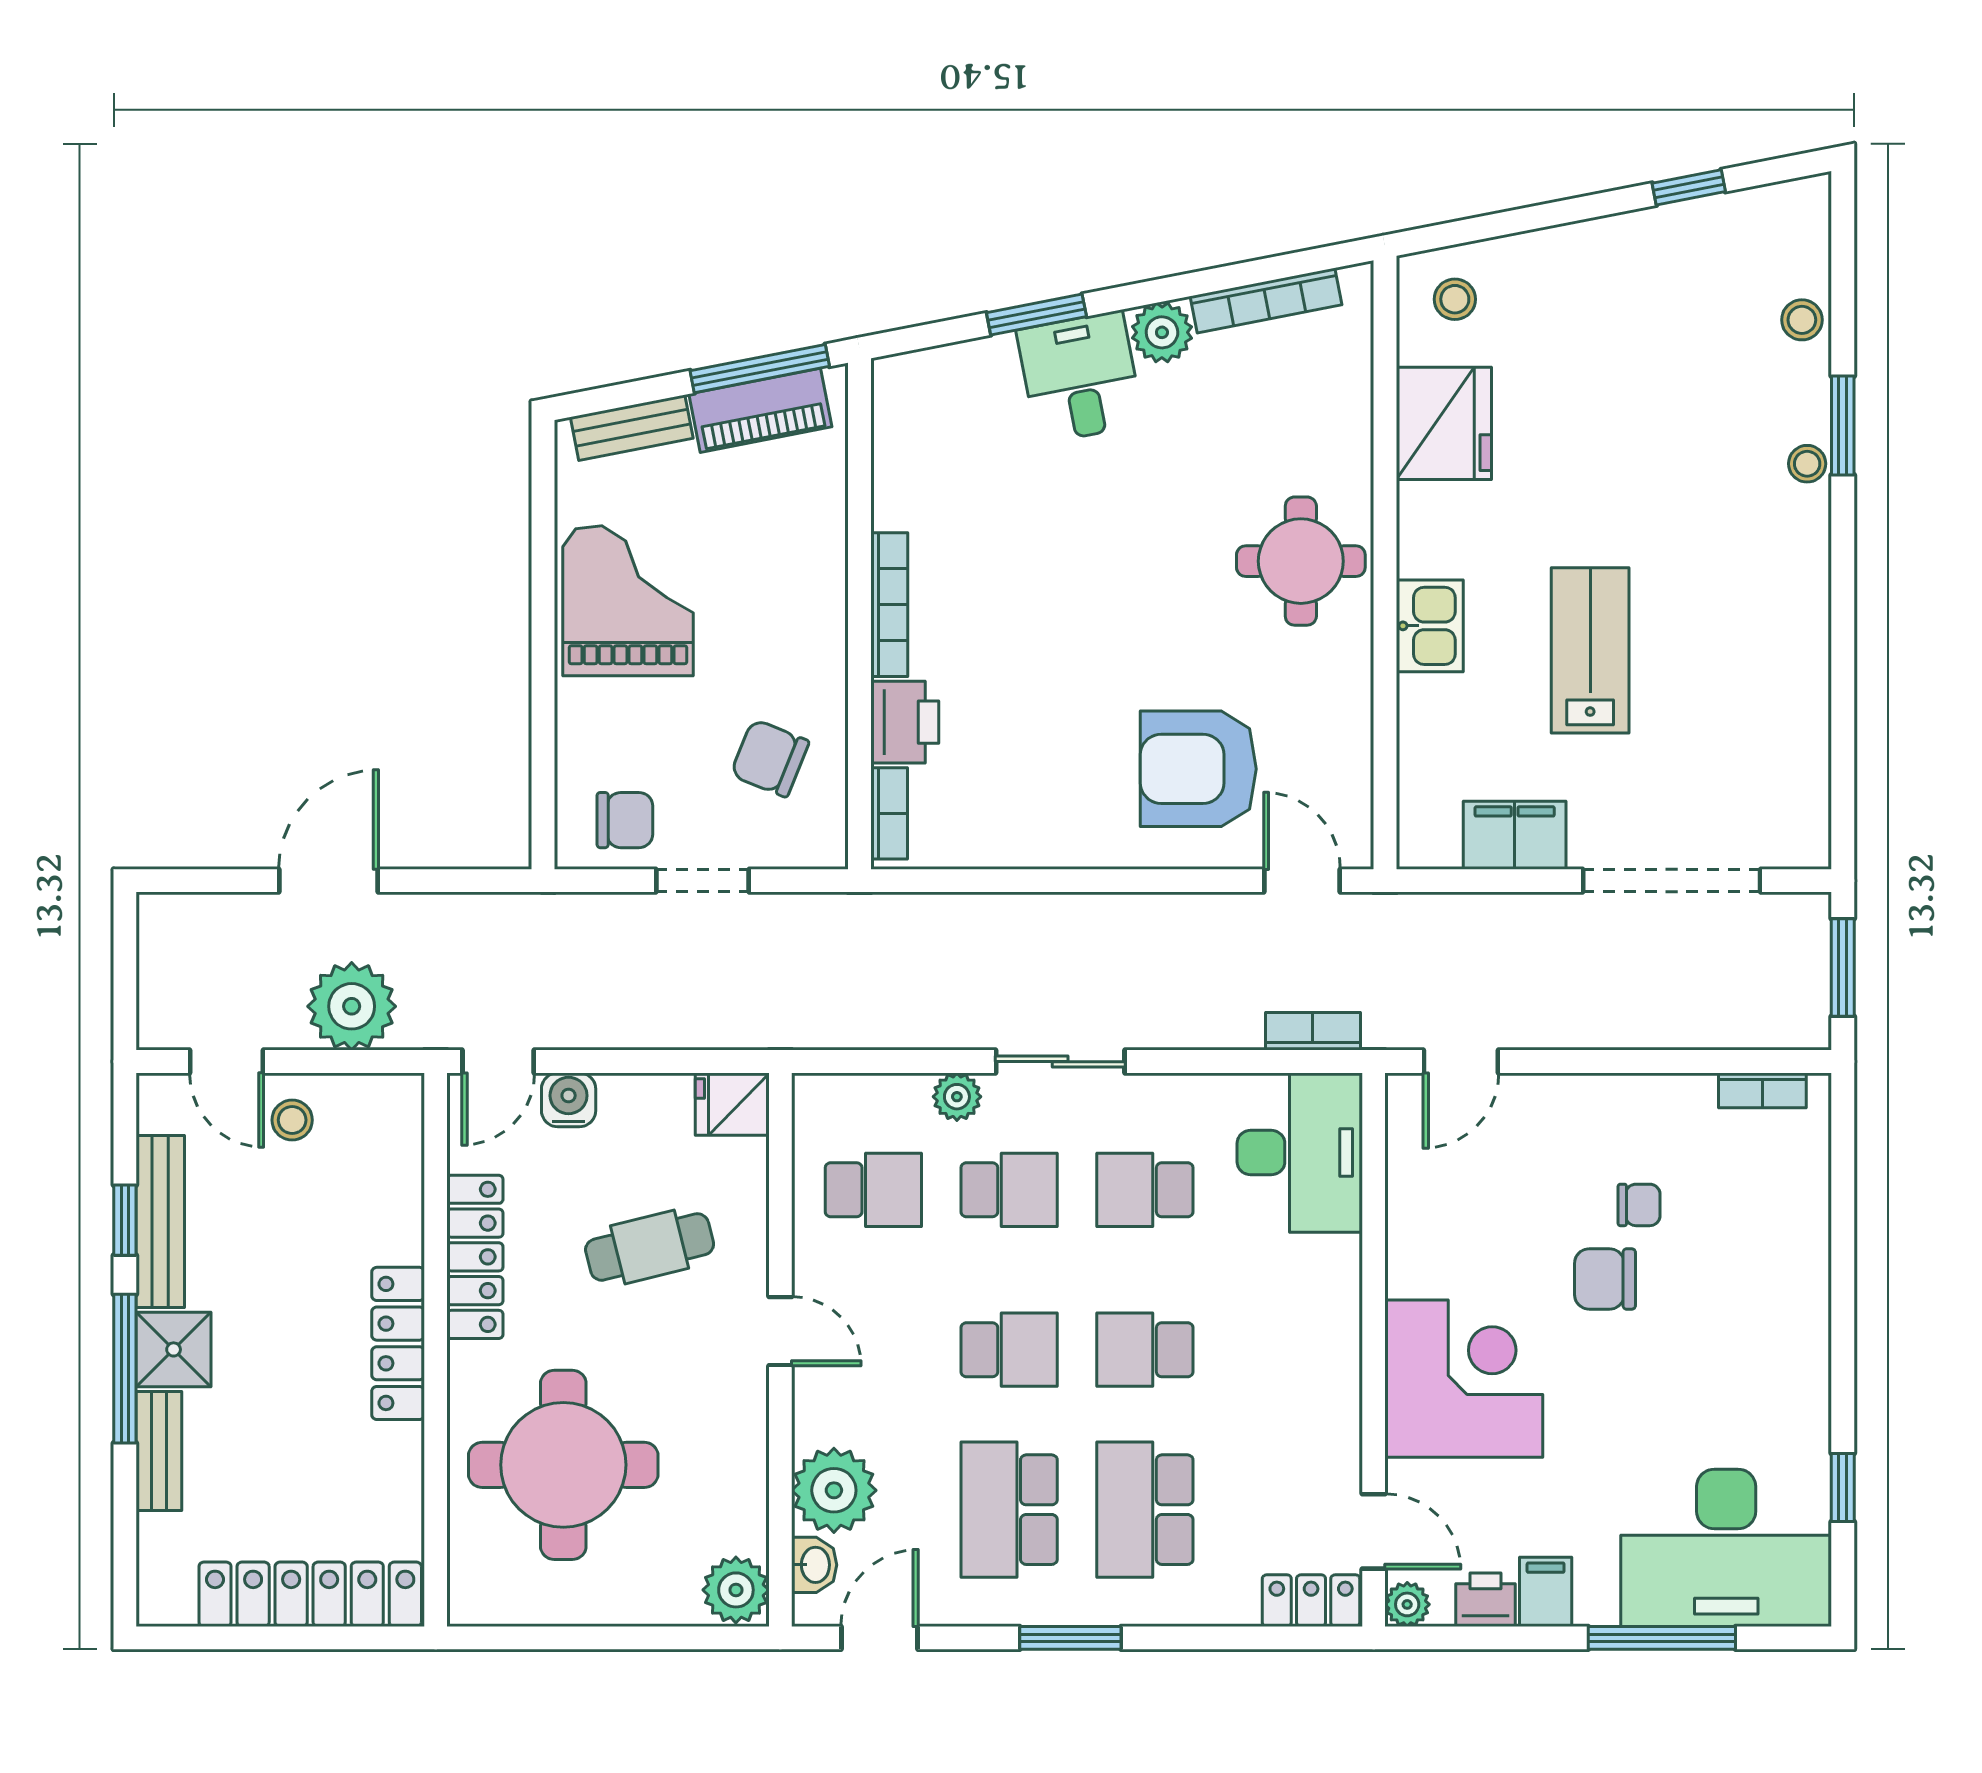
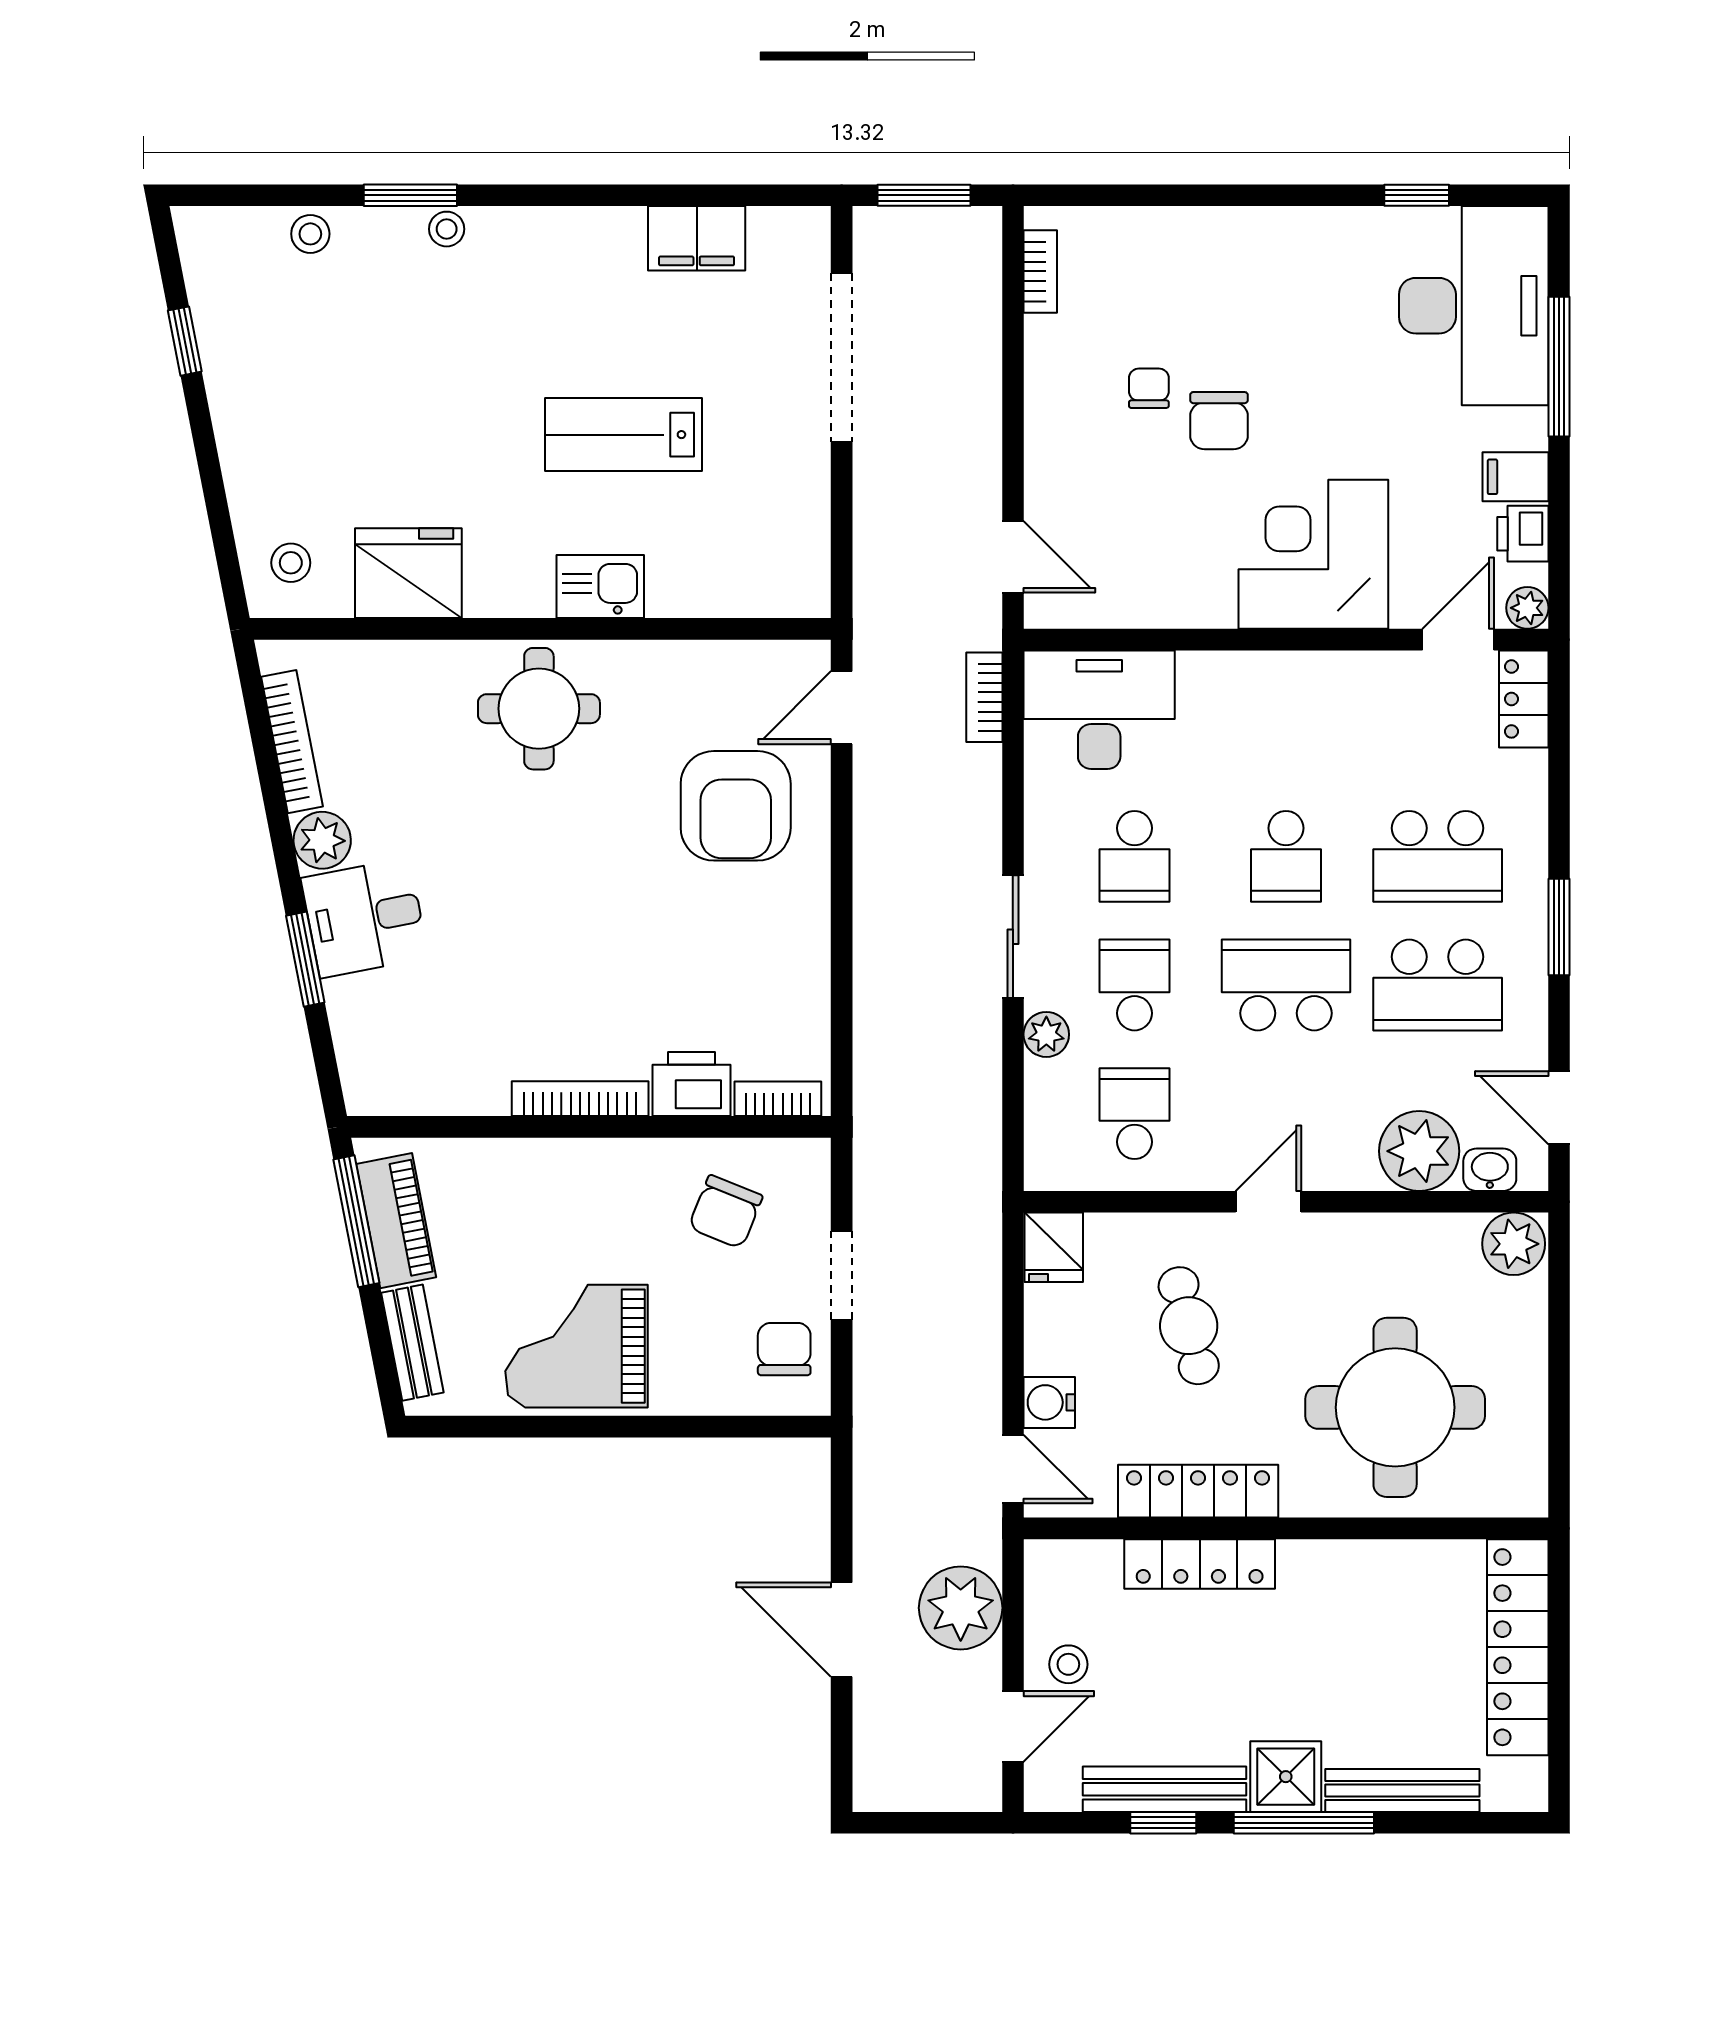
filing cabinet: (1515, 835) -> (697, 238), moved, turned -90
locker: (398, 1343) -> (1200, 1564), moved
school desk: (1009, 1350) -> (1286, 985), width x1.85
bench: (159, 1451) -> (1402, 1791), width x1.36

